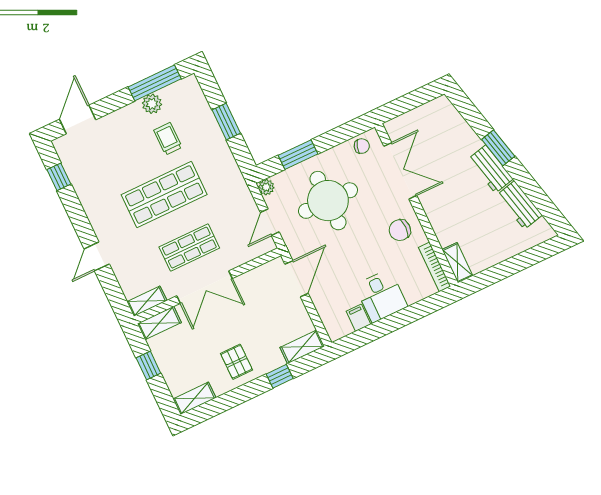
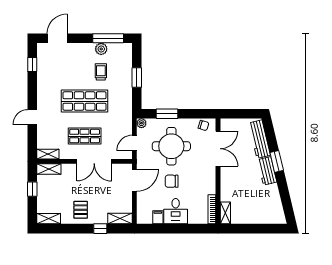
workbench: (520, 205) -> (259, 139), moved, width x1.37
chair: (400, 230) -> (172, 181), moved
double door: (205, 287) -> (94, 161), moved

